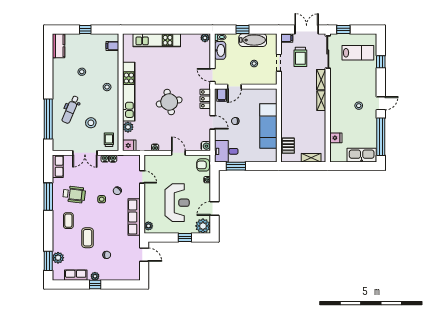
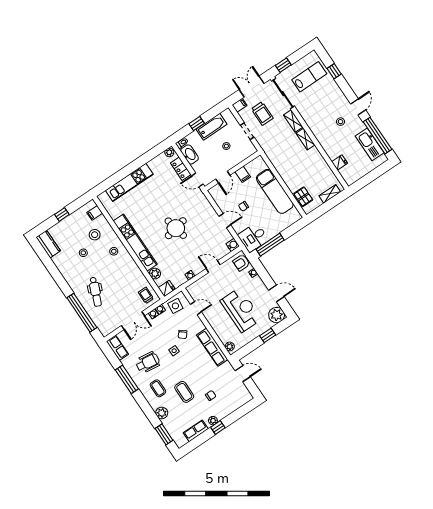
filing cabinet: (222, 95) -> (243, 174), moved
locker: (205, 99) -> (181, 169), moved
stool: (91, 123) -> (95, 235), moved
kitchen sink: (362, 155) -> (370, 144), moved, turned -90
side table: (127, 164) -> (175, 306), added
window: (236, 166) -> (270, 245), width x1.44
door: (215, 209) -> (276, 293), swing flipped
plant: (58, 258) -> (162, 413), moved

